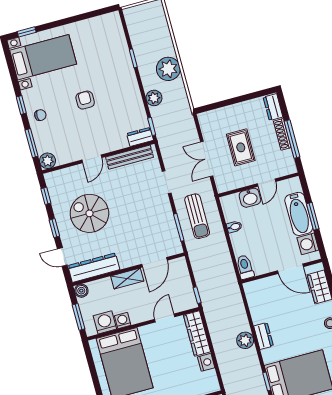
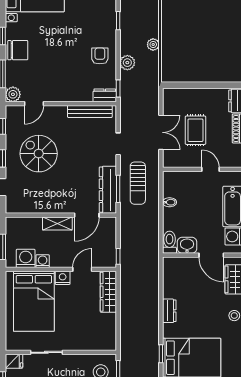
plant: (168, 69) -> (153, 45), width x0.53, depth x0.53
armchair: (85, 100) -> (100, 56), moved
chair: (40, 115) -> (18, 50), width x1.87, depth x1.87
door: (92, 159) -> (34, 104), moved
double door: (207, 159) -> (161, 132), swing flipped
door: (266, 183) -> (211, 169), swing flipped
washbasin: (250, 198) -> (187, 245), moved, turned 180
dresser: (94, 268) -> (108, 190), moved, turned -90
boiler: (81, 291) -> (12, 223), removed
plant: (245, 340) -> (151, 310), removed
nightstand: (206, 362) -> (63, 278), moved, turned -90

